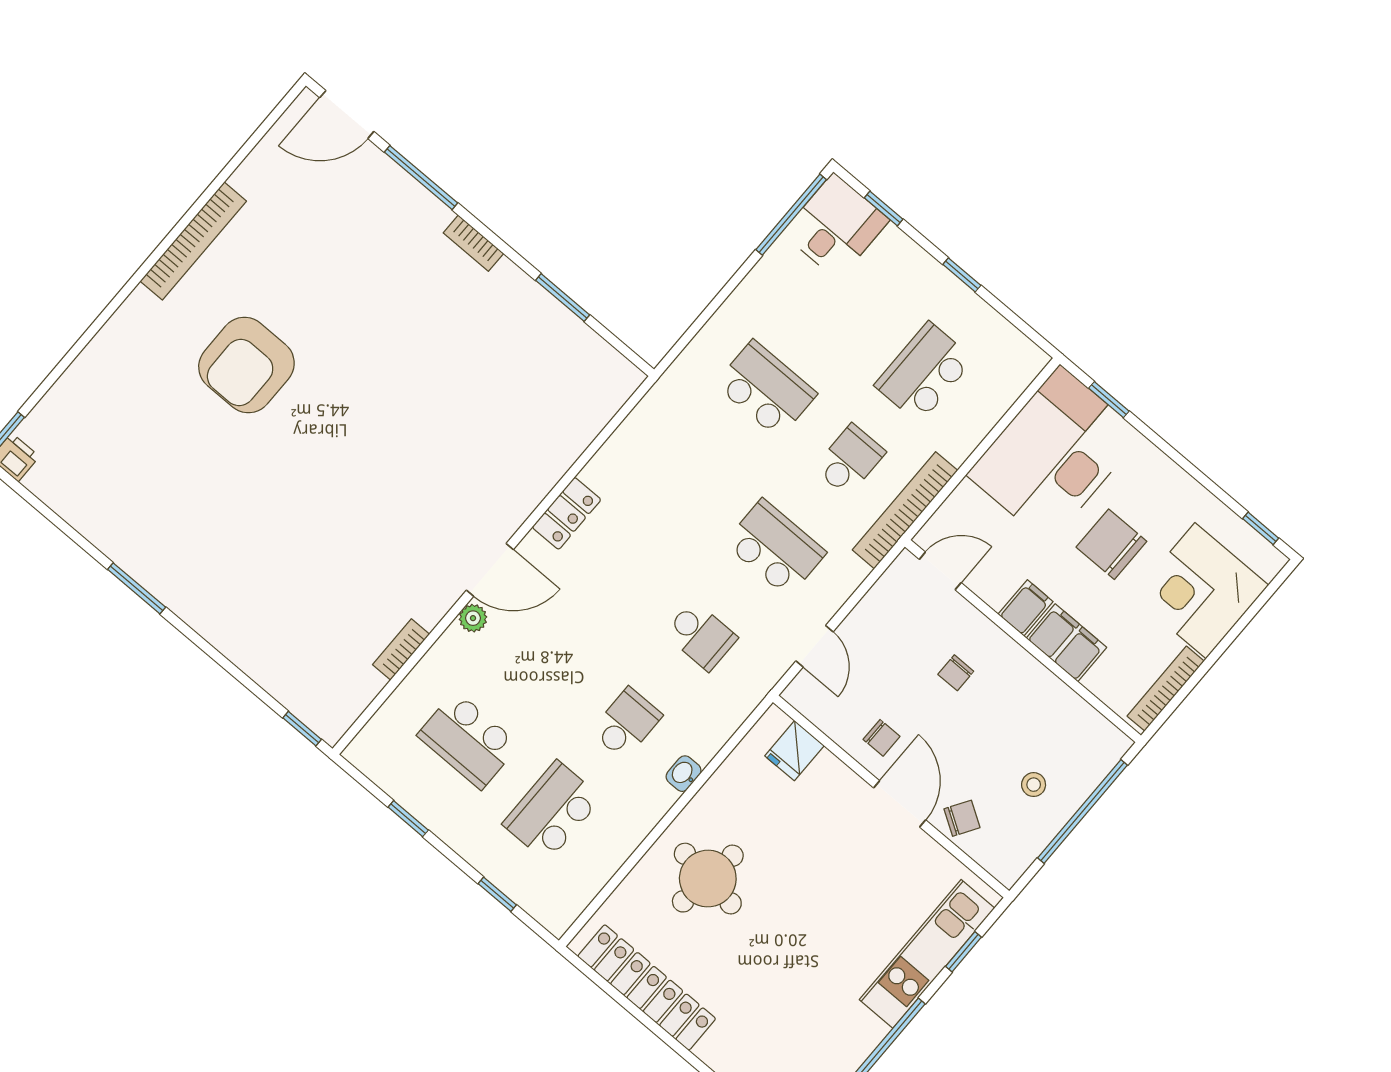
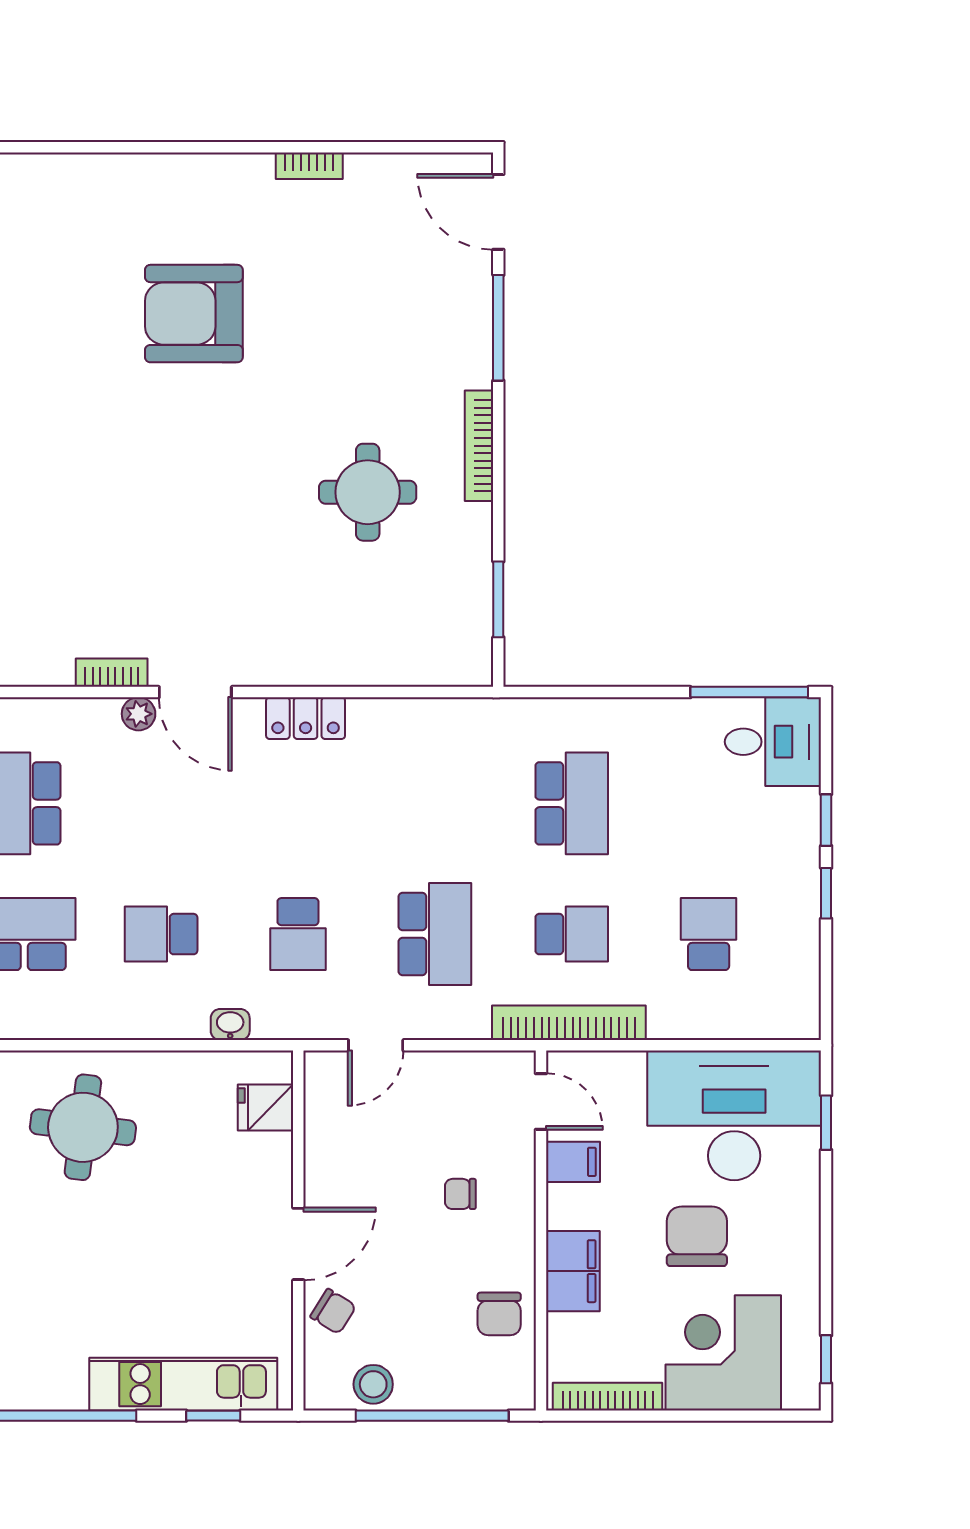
window: (884, 209) -> (826, 820), moved
bookcase: (193, 241) -> (309, 166), width x0.43, depth x0.76
bookcase: (473, 243) -> (479, 446), width x1.56
window: (563, 298) -> (498, 599), moved
round table: (455, 351) -> (368, 492), added
school desk: (924, 372) -> (709, 934), width x0.54
filing cabinet: (1026, 608) -> (573, 1162), moved
bookcase: (401, 649) -> (112, 673), moved
school desk: (626, 723) -> (161, 934), turned 180
chair: (882, 738) -> (499, 1314), moved, width x1.37, depth x1.37
washbasin: (684, 774) -> (230, 1025), moved
stool: (1034, 785) -> (373, 1384), moved, width x1.37, depth x1.37

